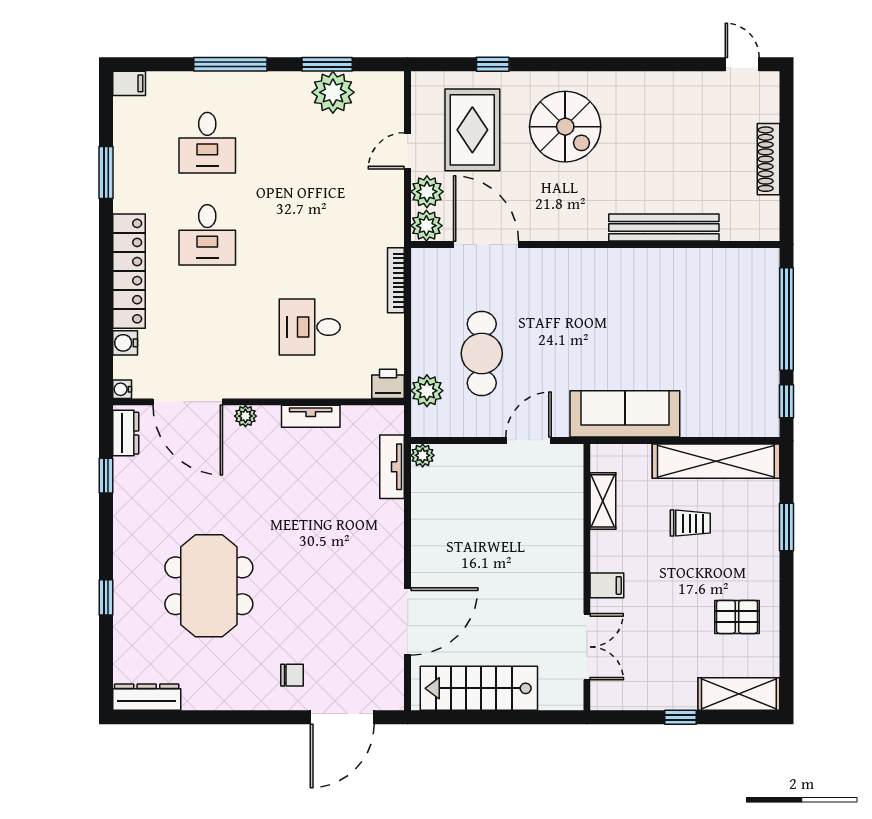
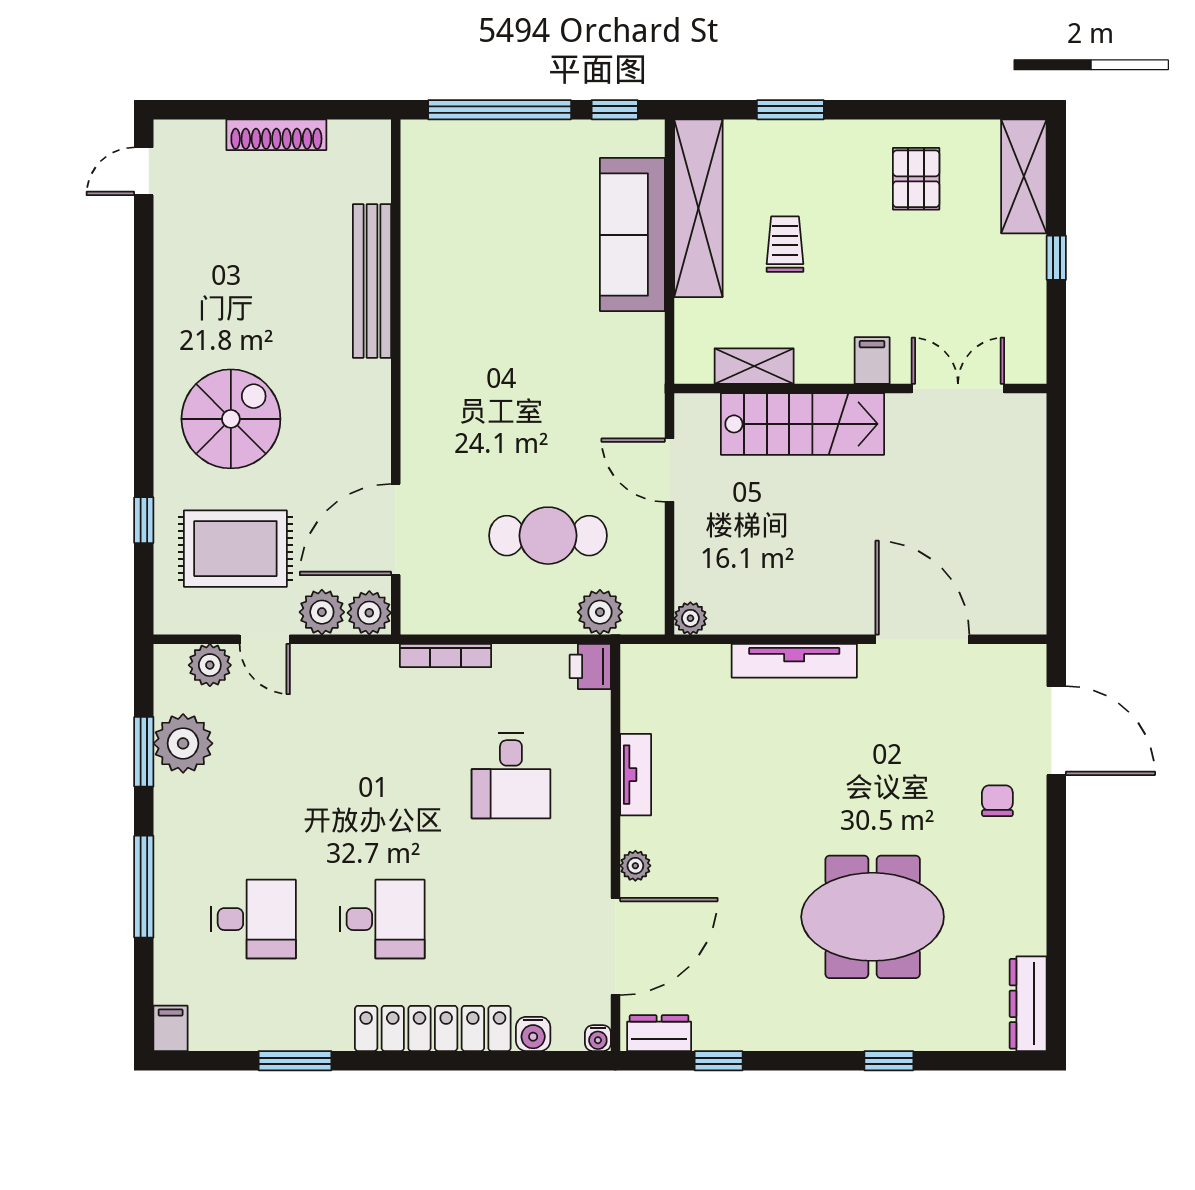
plant: (389, 112) -> (210, 665), added
sofa: (625, 414) -> (632, 235), moved
tv unit: (392, 467) -> (794, 661), moved, width x1.41
stairs: (479, 688) -> (803, 424), moved, turned -90

